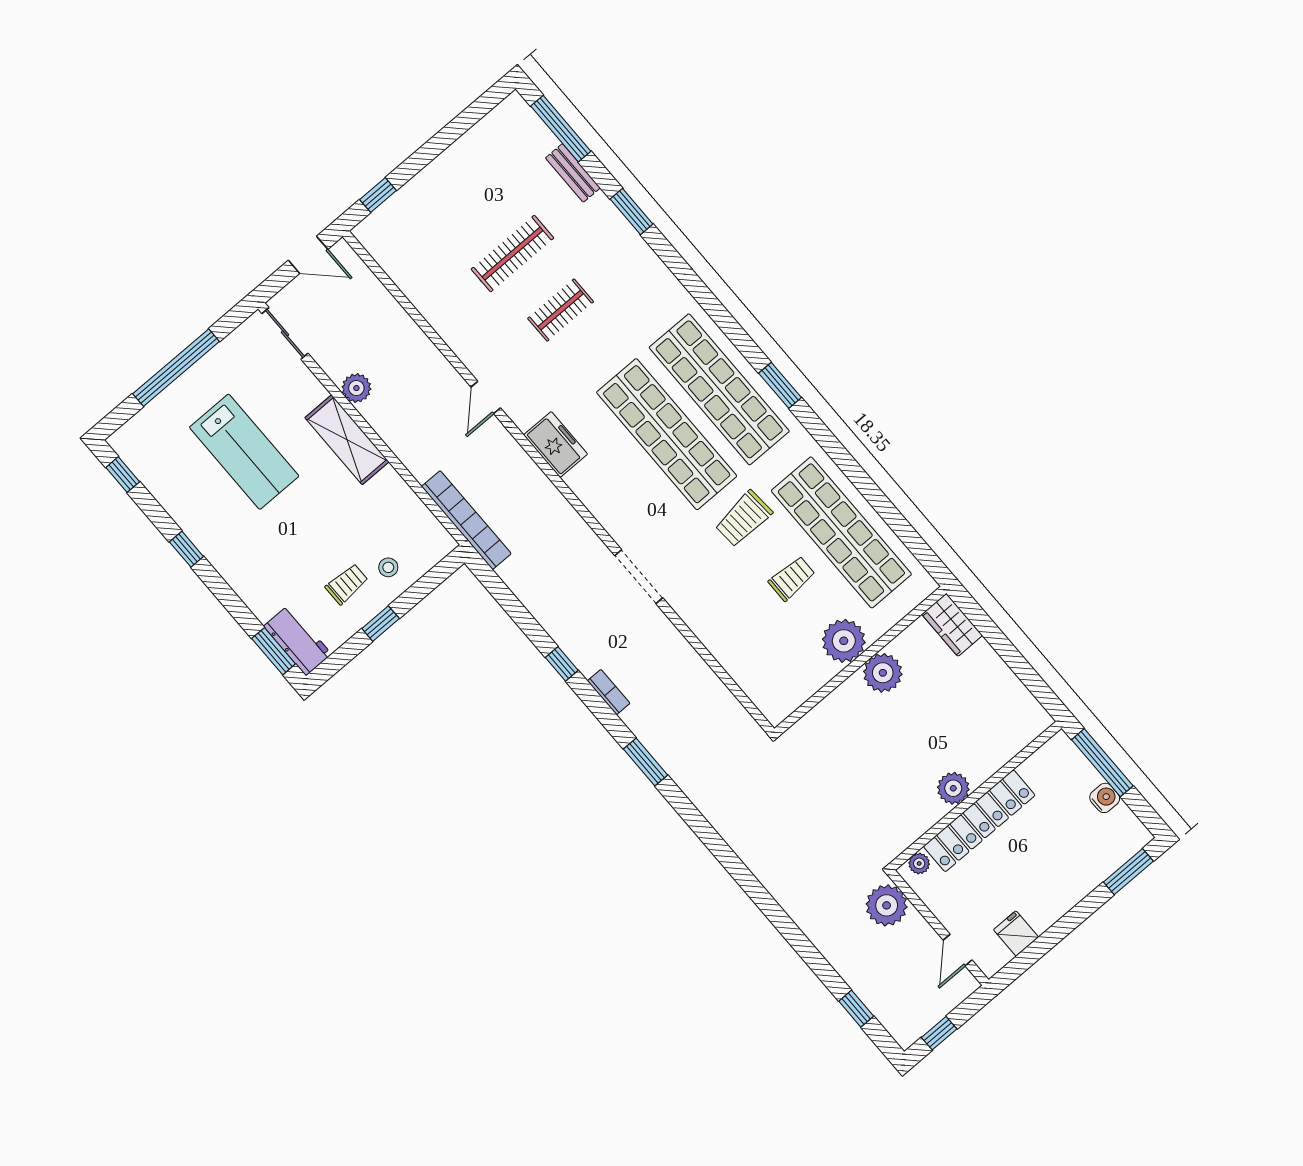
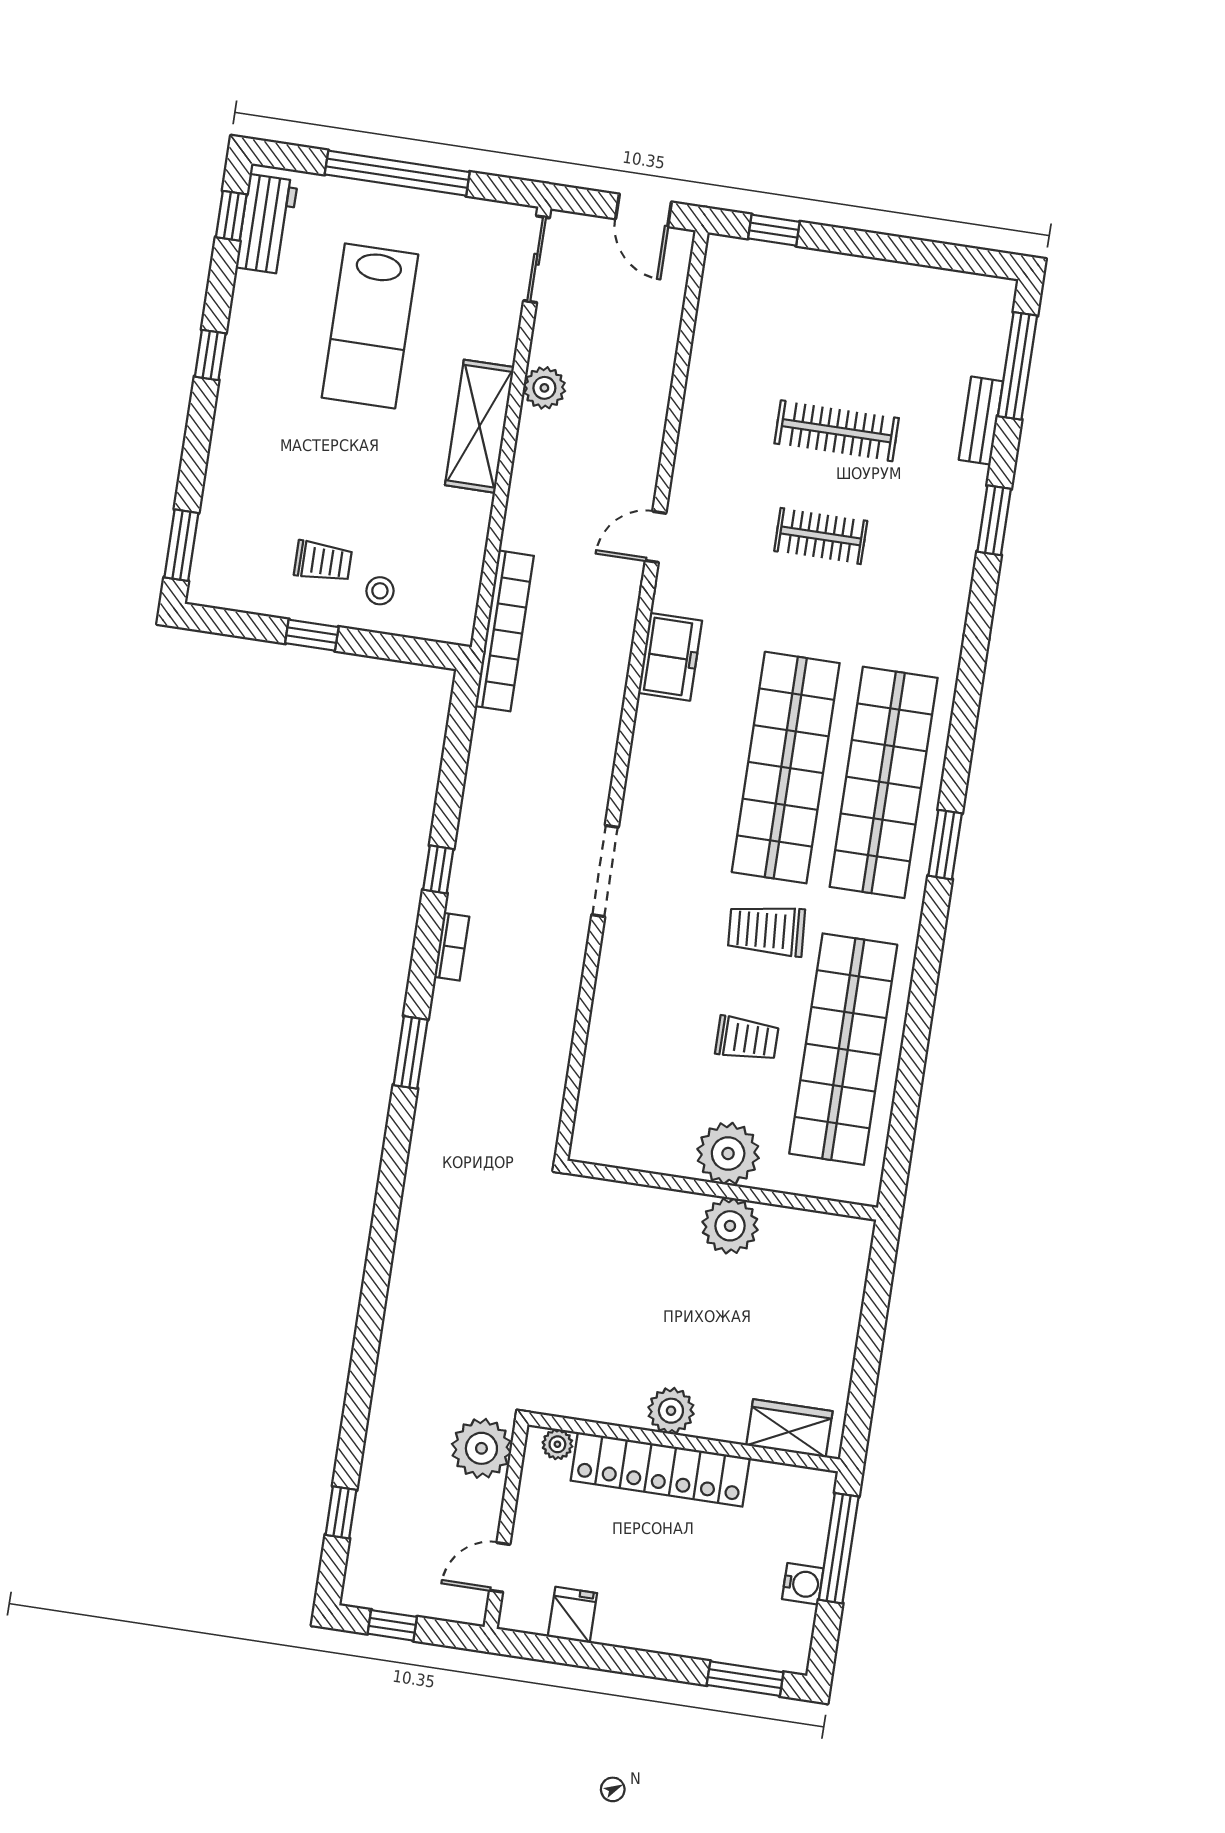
wardrobe: (952, 625) -> (789, 1428), moved, turned 90
workbench: (298, 640) -> (267, 224), moved

